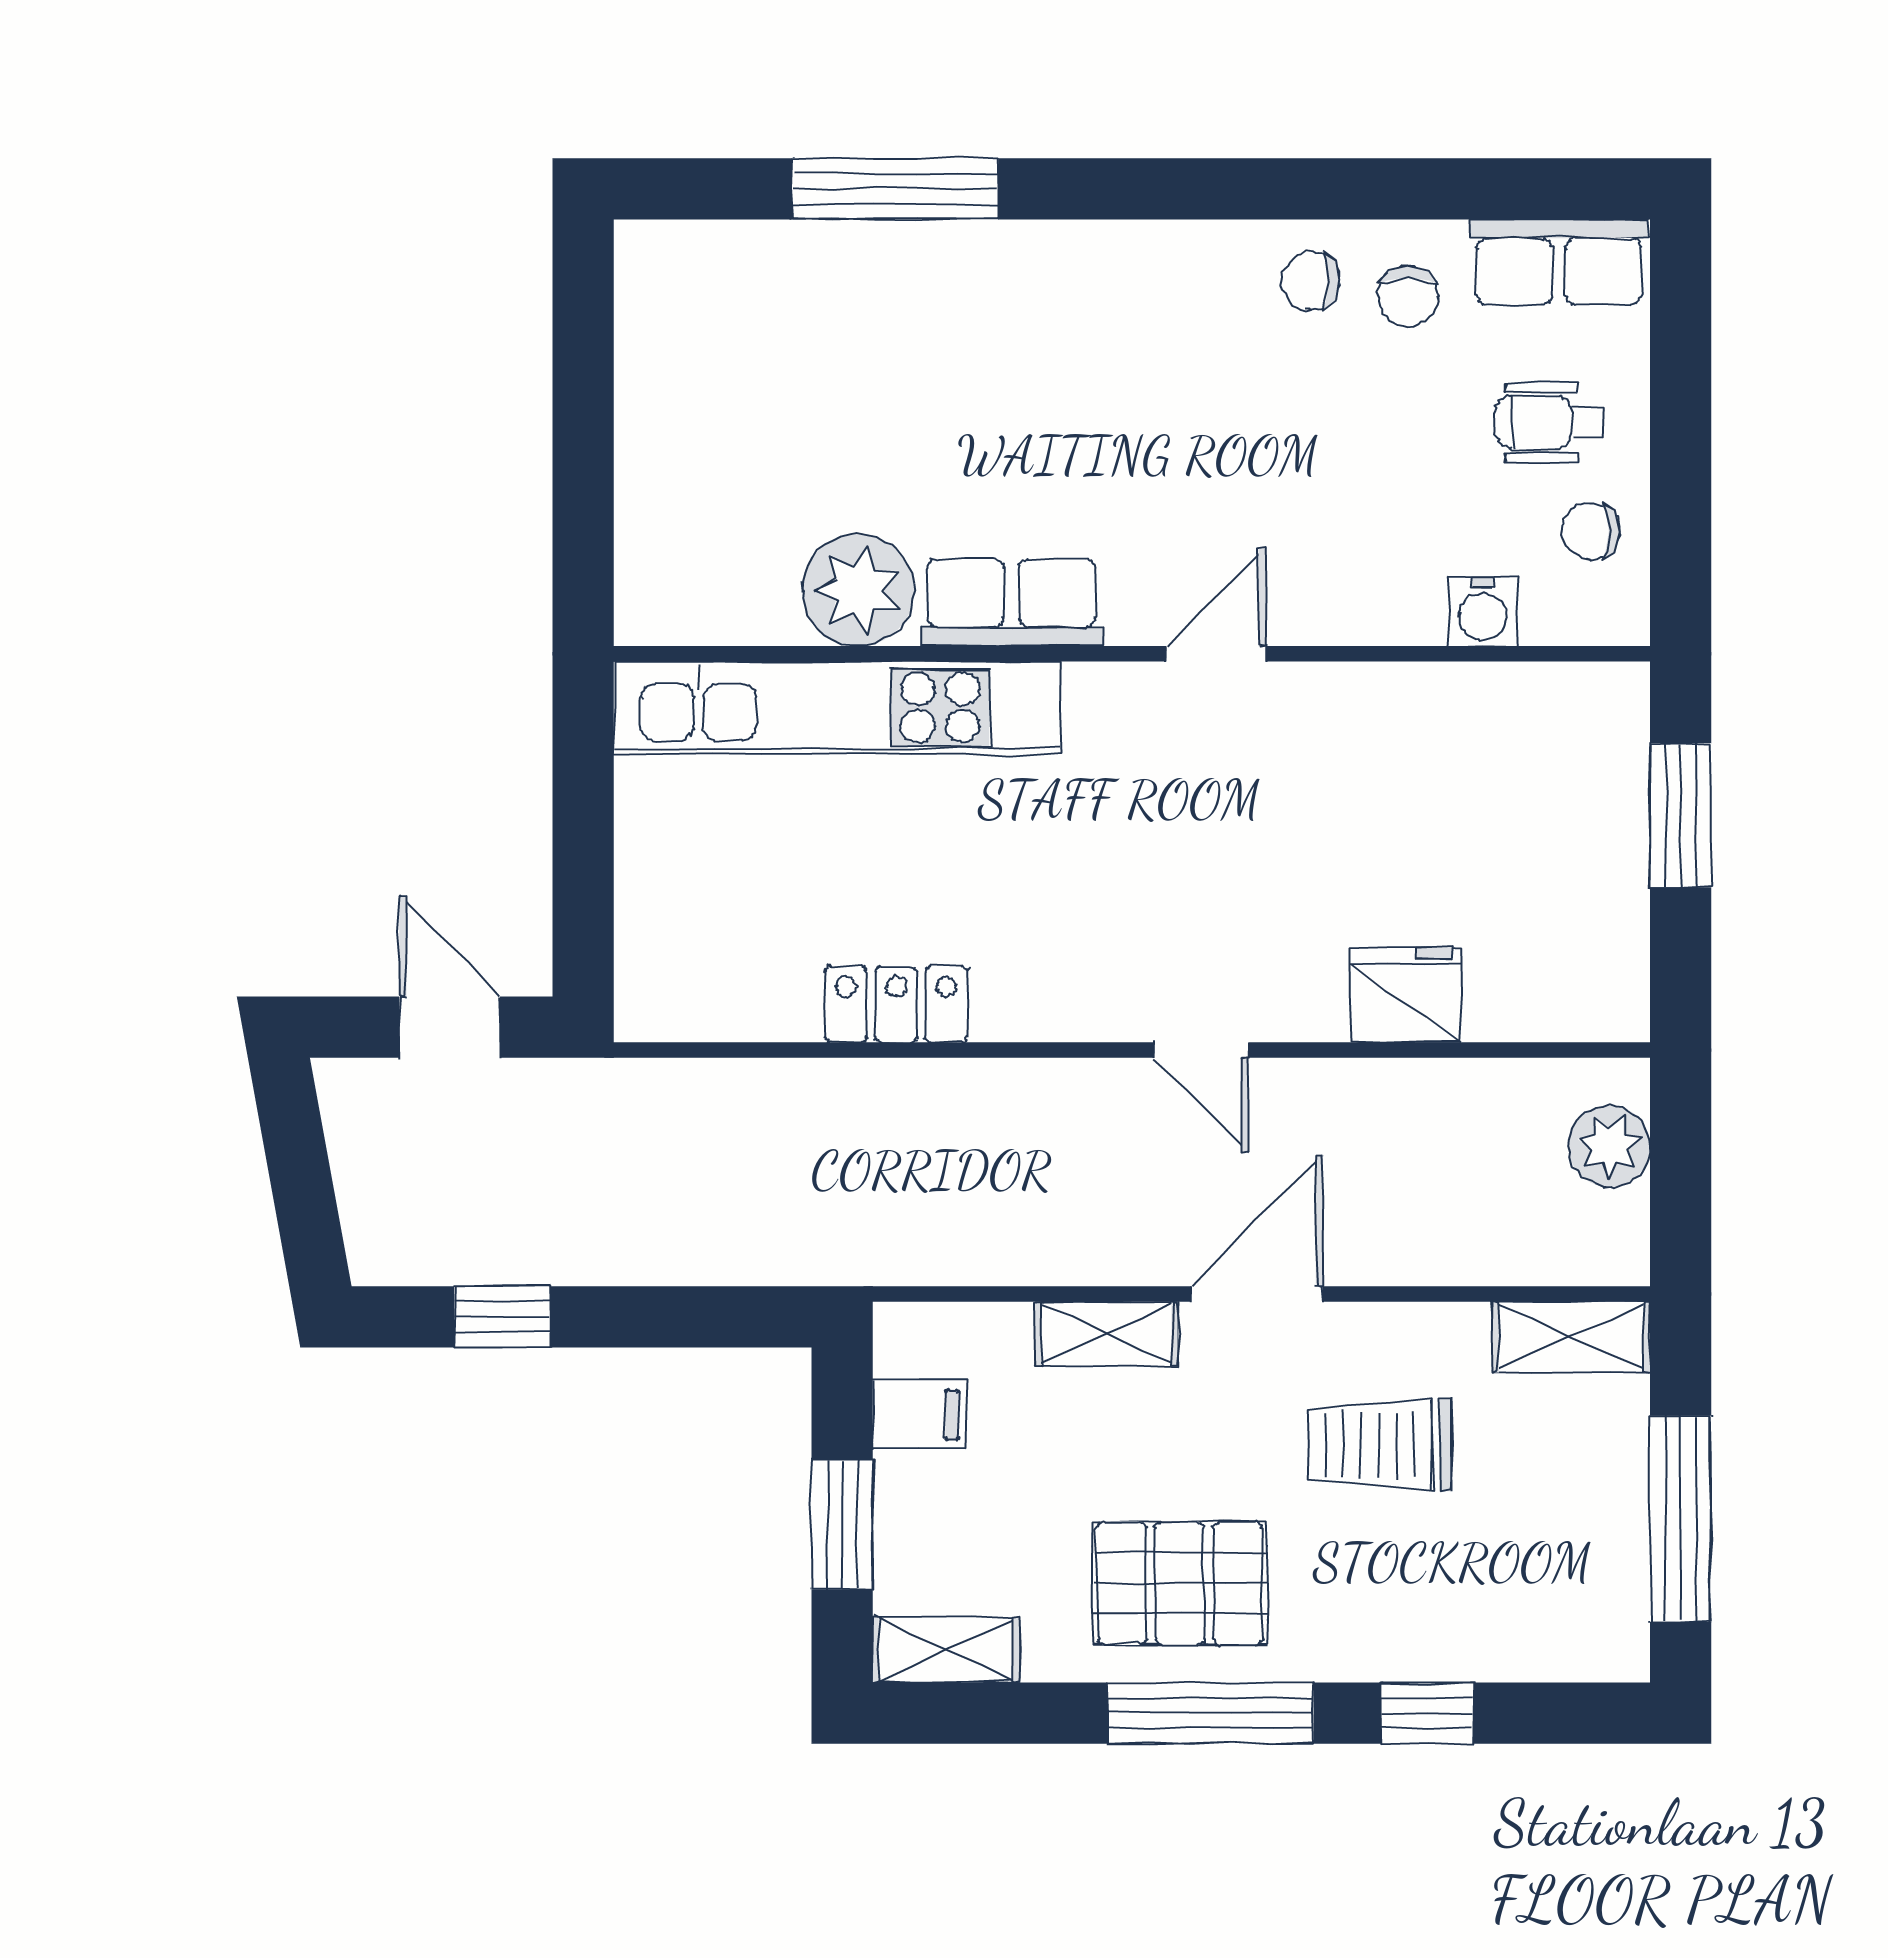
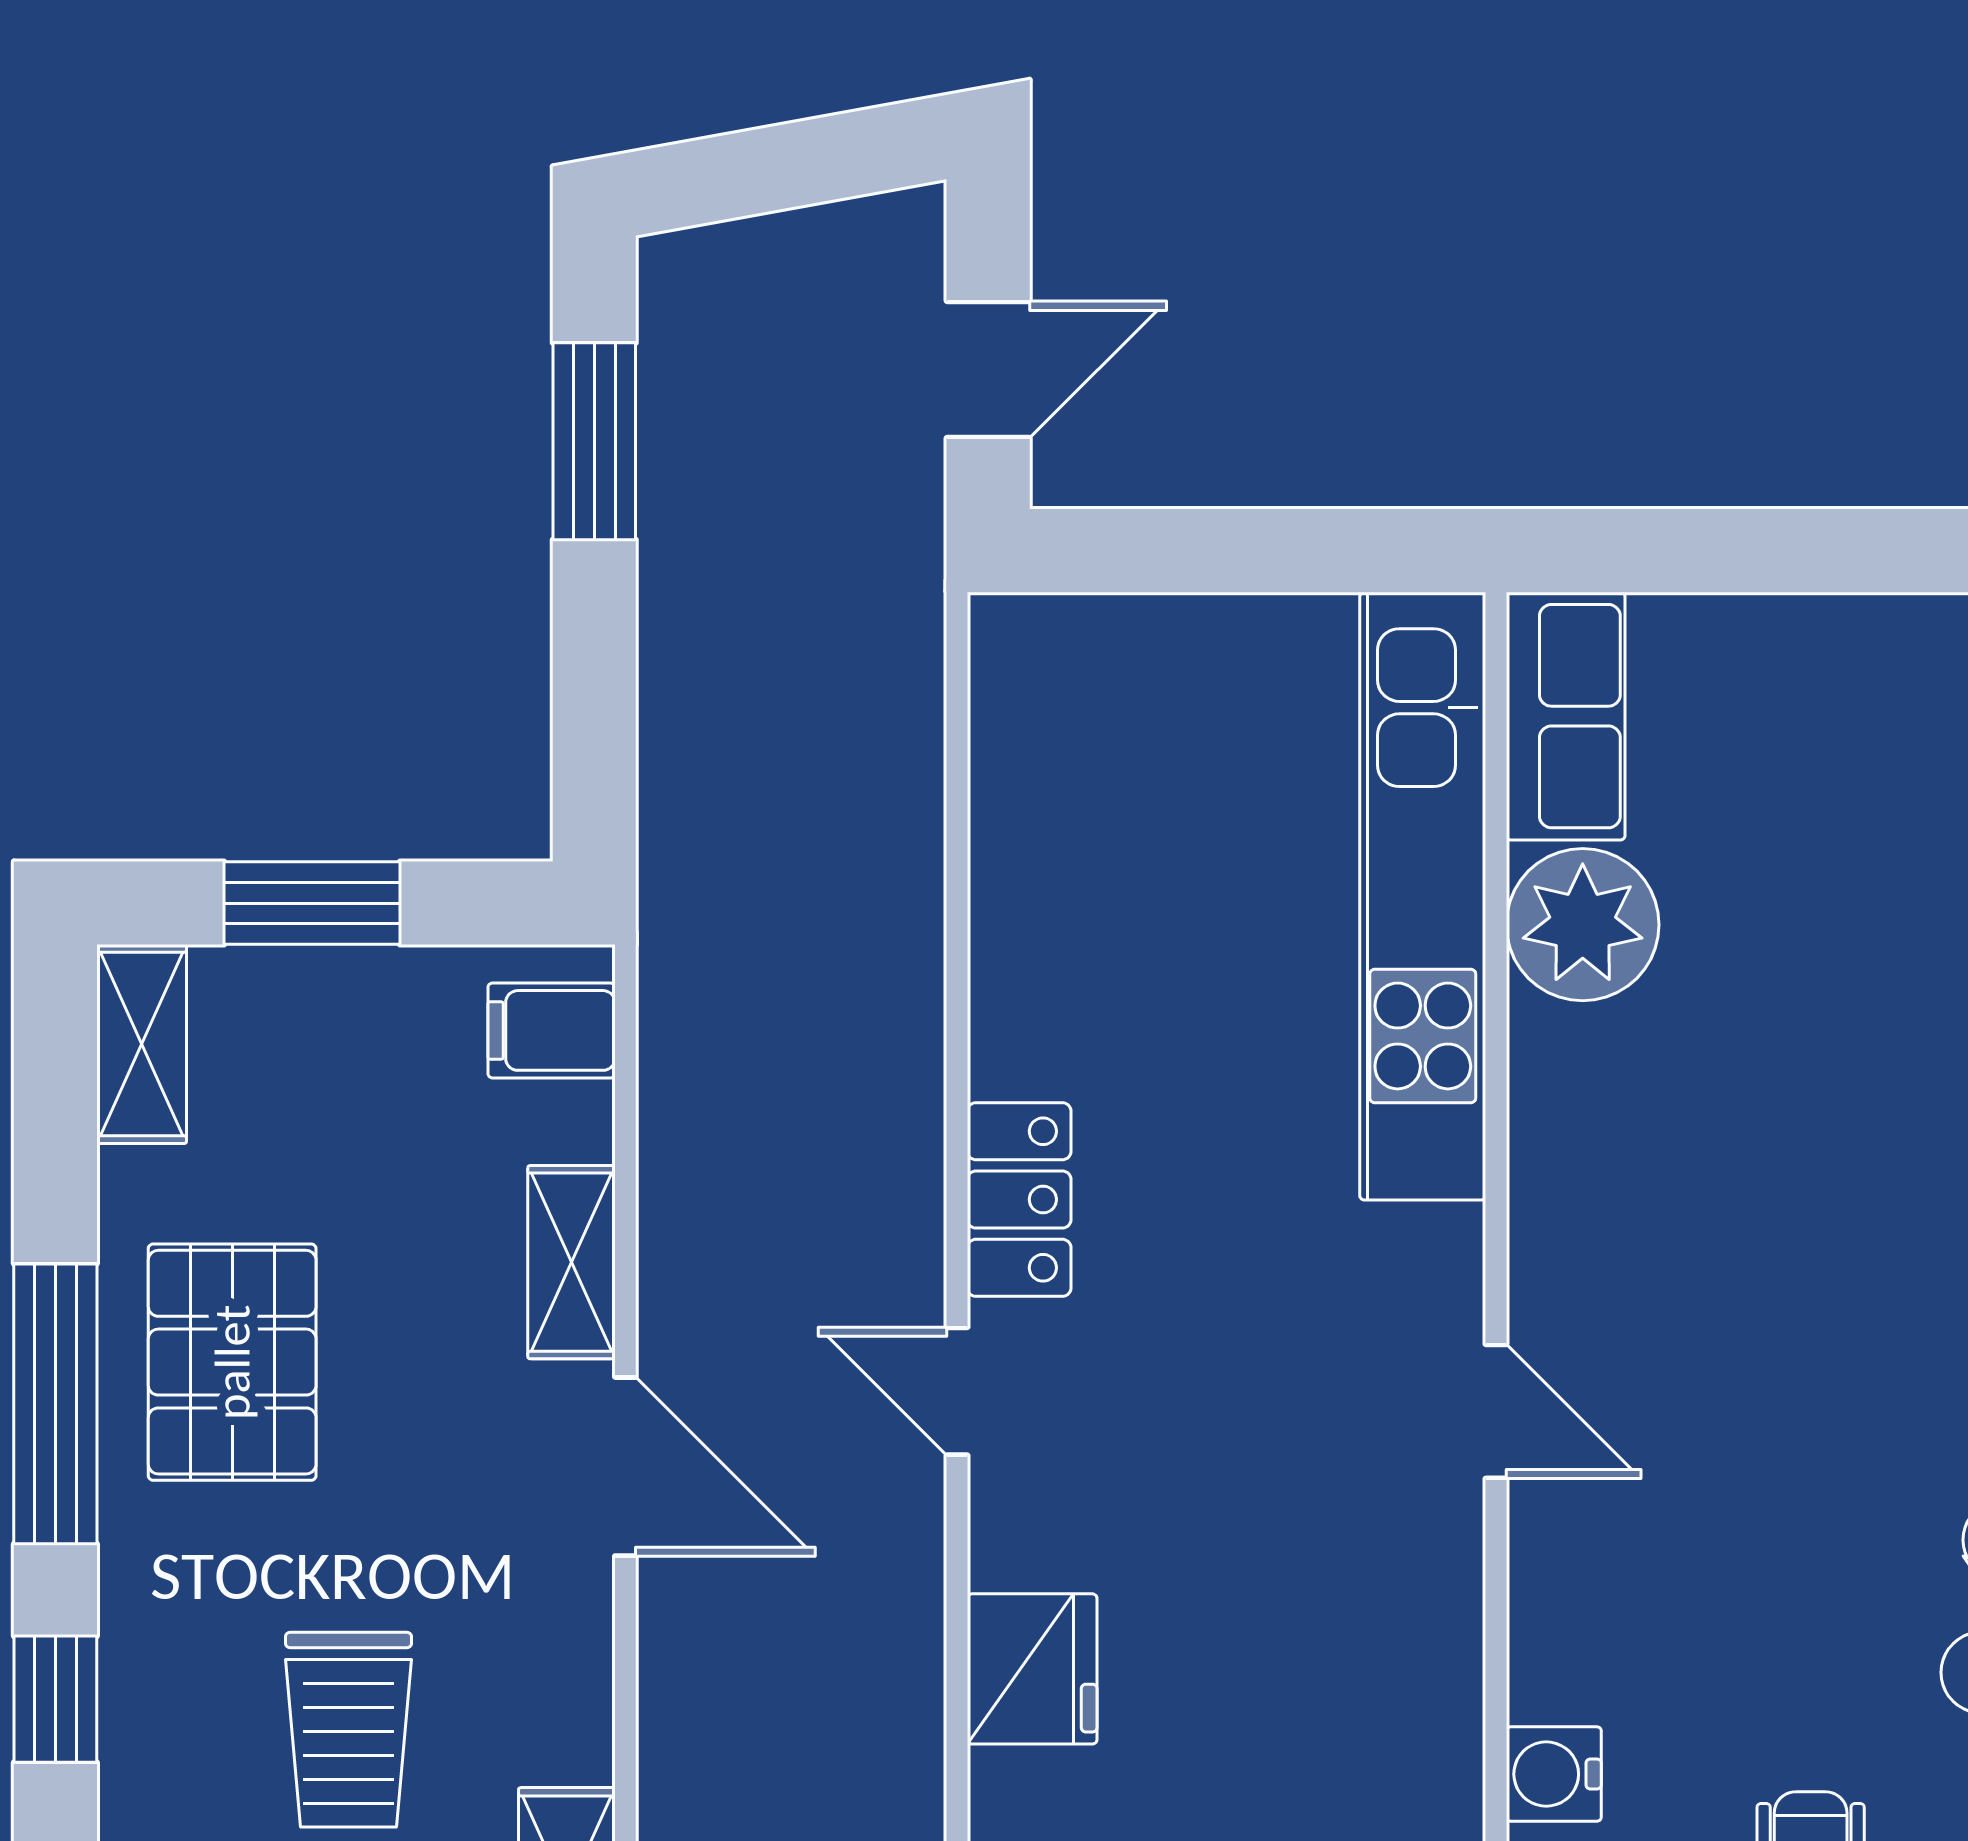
row of seats: (1011, 603) -> (1566, 716), moved
locker: (896, 1004) -> (1019, 1200), moved
door: (1201, 1050) -> (957, 1391), hinge flipped
window: (503, 1317) -> (594, 441), width x1.50
filing cabinet: (919, 1414) -> (552, 1030), moved, turned 90
trolley: (1380, 1445) -> (349, 1730), moved, turned 180

